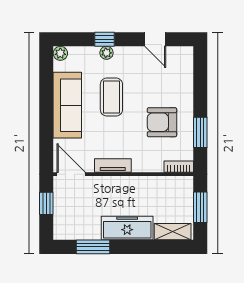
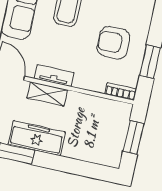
freezer: (127, 228) -> (37, 138), moved
shelving: (173, 232) -> (47, 94), moved

